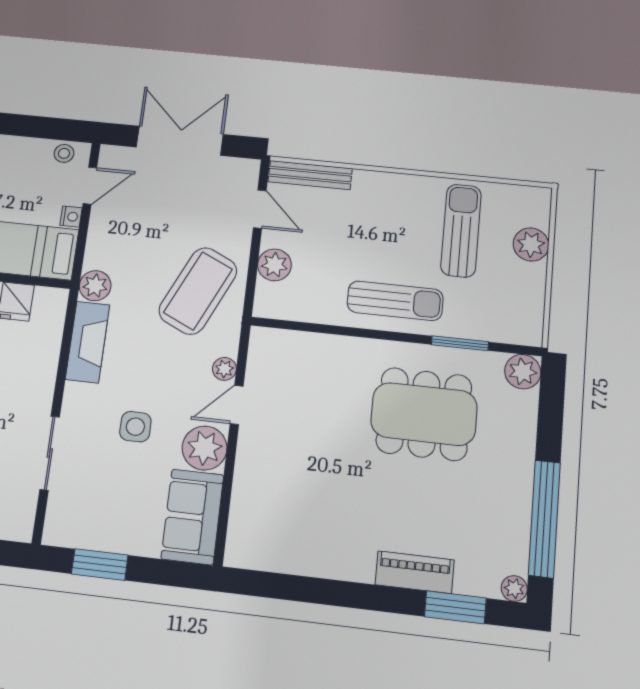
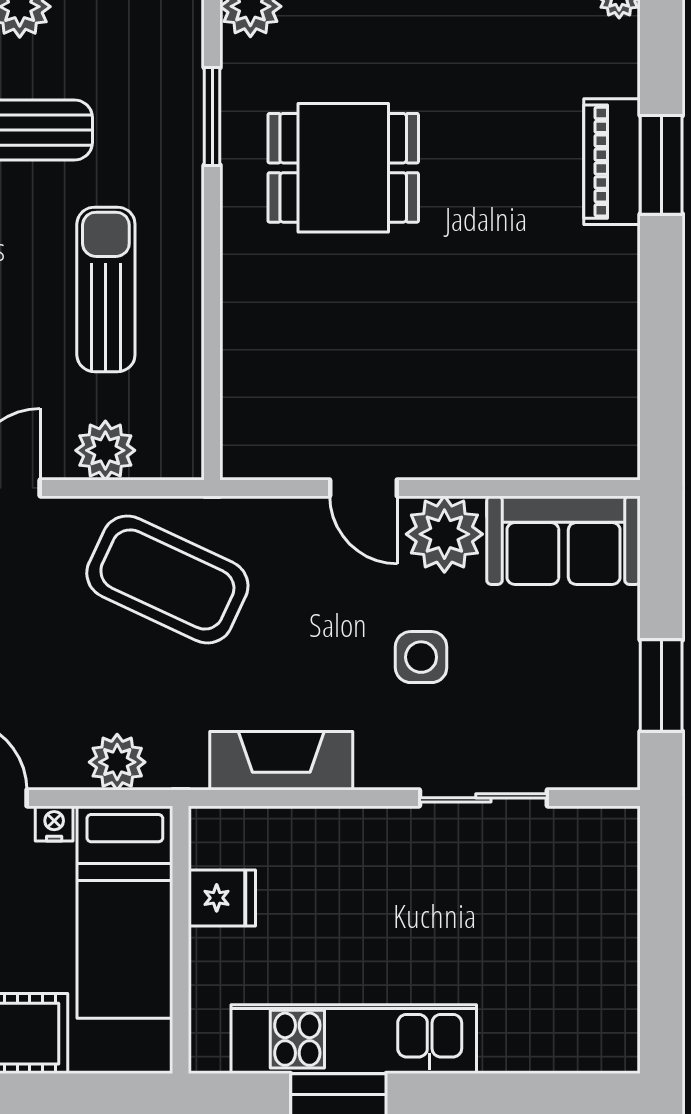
plant: (95, 286) -> (117, 762), moved
sun lounger: (395, 301) -> (106, 289), moved
plant: (224, 369) -> (303, 516), removed
dining table: (424, 414) -> (343, 168), width x0.73
window: (455, 607) -> (661, 165), moved

